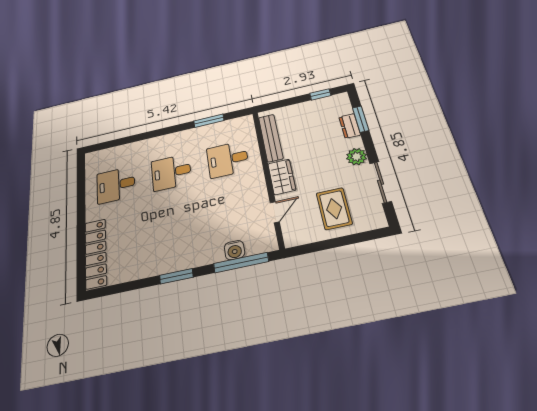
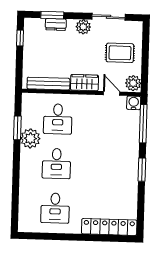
plant: (198, 137) -> (30, 138), added
plant: (296, 236) -> (133, 83), added
water cooler: (234, 250) -> (134, 103), moved, turned -90

